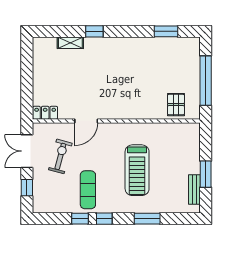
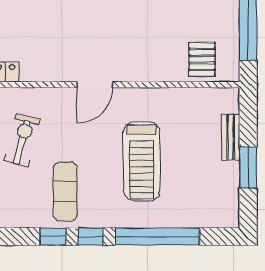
door: (86, 121) -> (95, 85), moved
bench: (194, 190) -> (231, 137), moved
window: (147, 219) -> (157, 237), width x2.11

